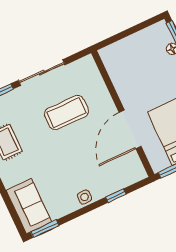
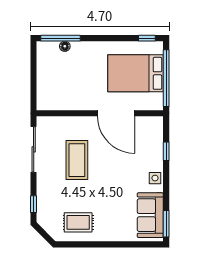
sliding door: (42, 73) -> (34, 149), moved
sofa: (29, 206) -> (150, 215), moved, turned -90

